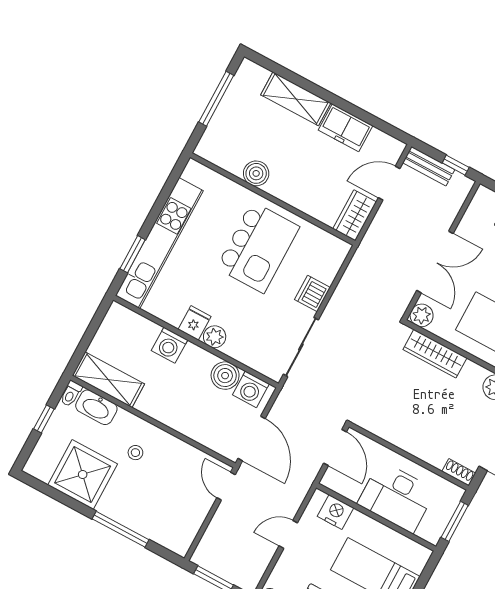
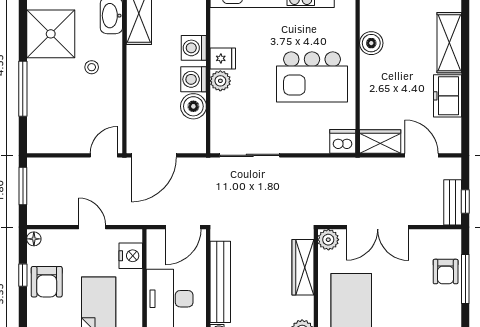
bench: (429, 166) -> (453, 202), moved
dishwasher: (312, 294) -> (343, 141), moved
washing machine: (251, 389) -> (194, 79), moved
bench: (406, 440) -> (220, 282), added

